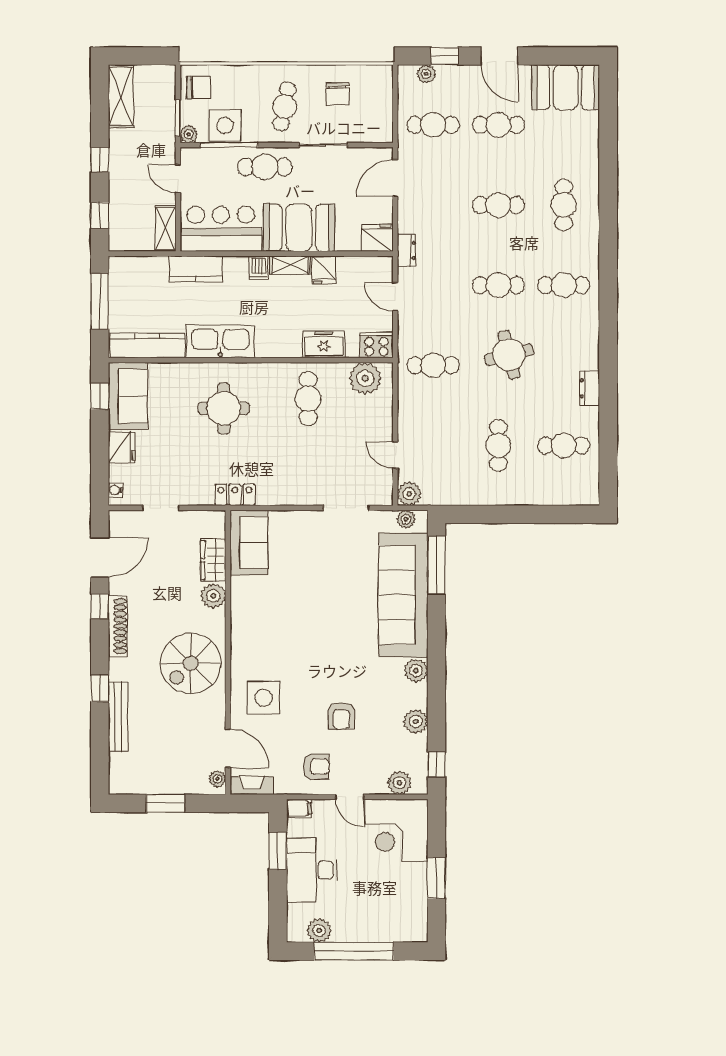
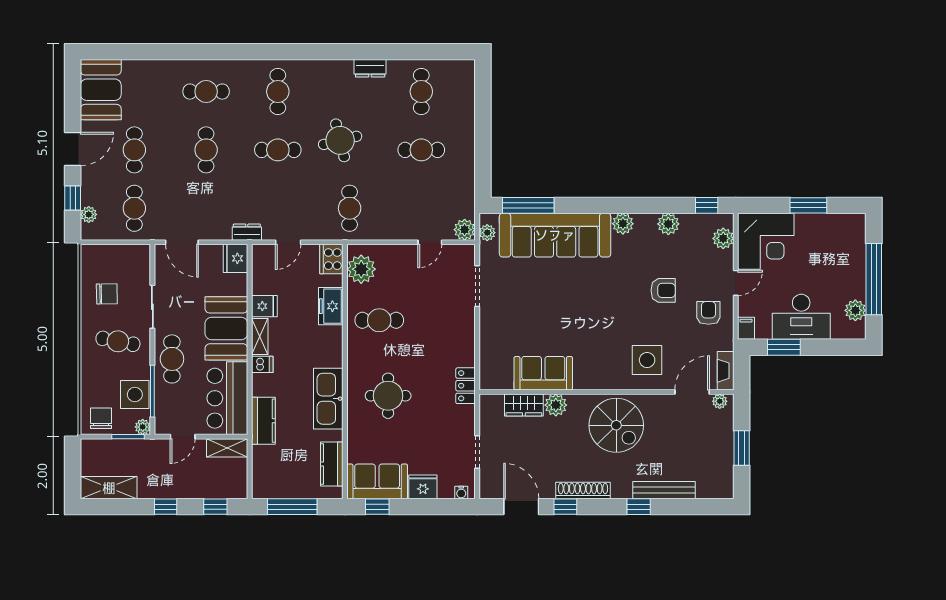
cafe table: (498, 285) -> (278, 150), turned 90
kitchen counter: (147, 346) -> (332, 464), width x0.67
sofa: (249, 543) -> (543, 373), moved

